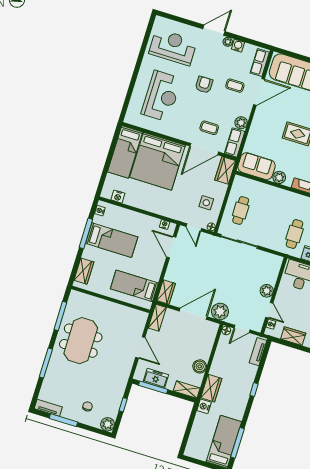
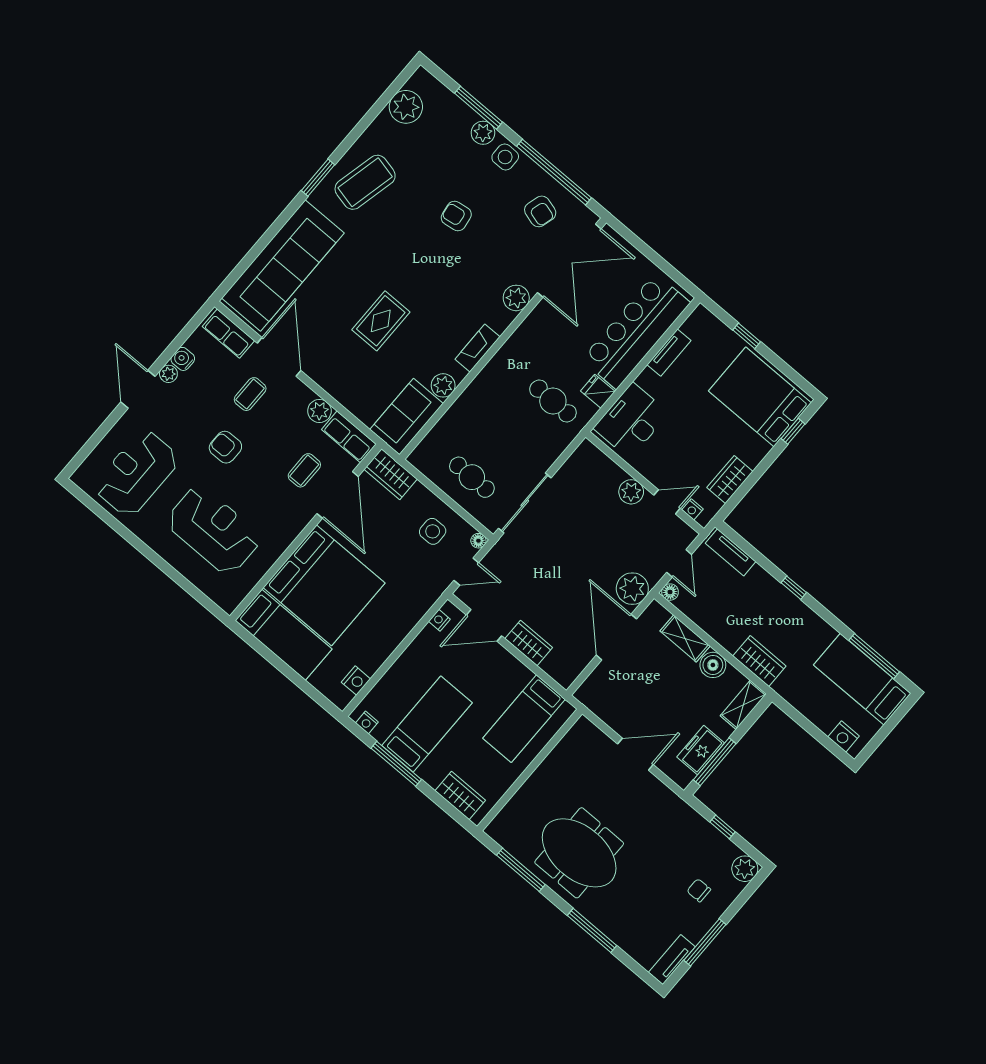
wardrobe: (166, 292) -> (529, 643), moved
shelving: (157, 318) -> (685, 639), moved
nightstand: (204, 406) -> (844, 736), moved

